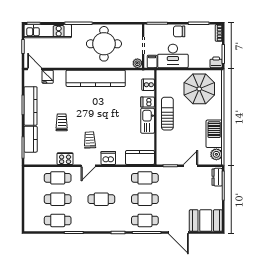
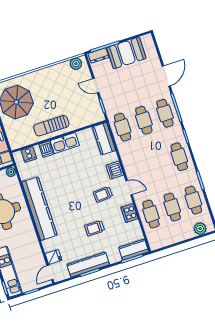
barbecue: (214, 134) -> (56, 73), removed
kitchen counter: (31, 139) -> (134, 250), moved
cafe table: (101, 199) -> (179, 157), moved
plant: (30, 218) -> (200, 229), added
booth: (206, 220) -> (126, 53), moved, turned 90

